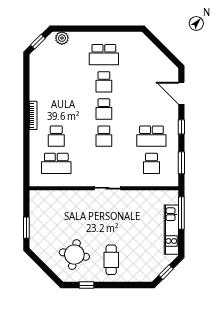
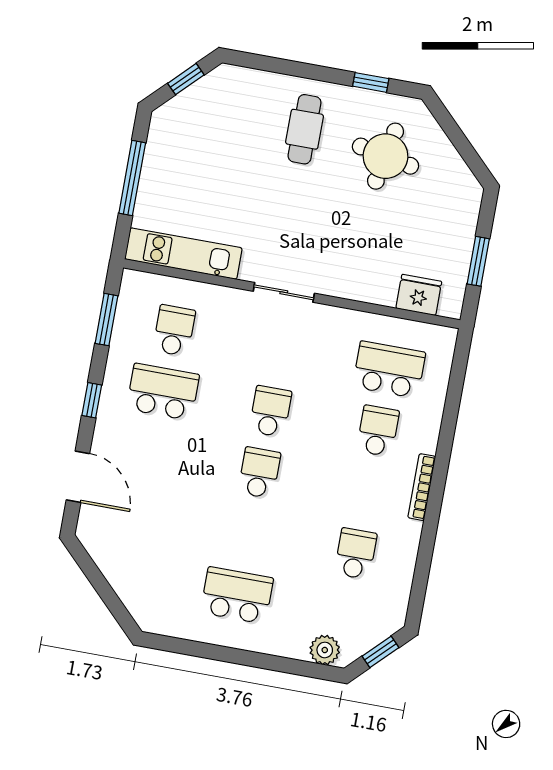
school desk: (104, 82) -> (356, 554), moved
fridge: (49, 198) -> (419, 295), added
window: (181, 213) -> (132, 178), moved
window: (26, 228) -> (478, 261), moved
kitchen unit: (171, 230) -> (183, 254), moved, turned -90

